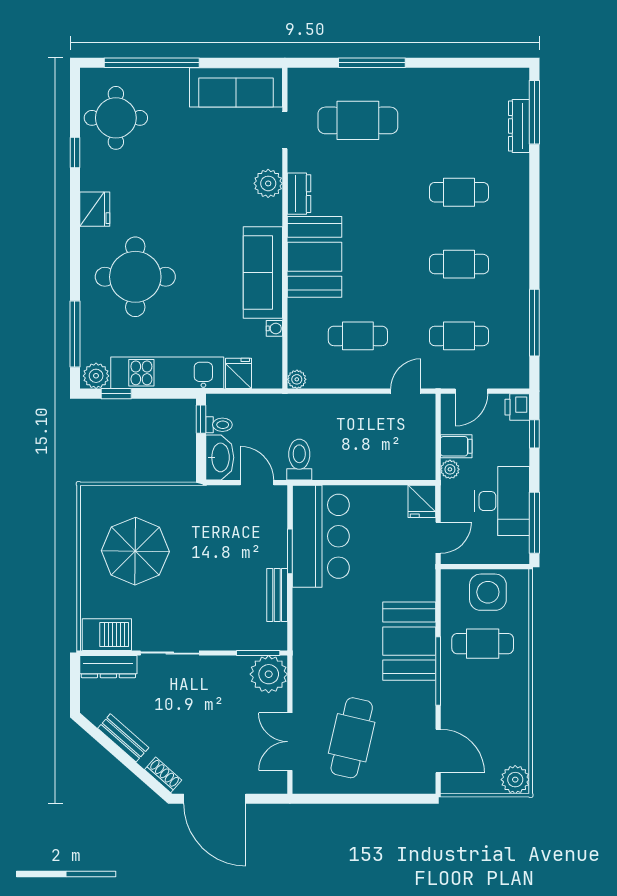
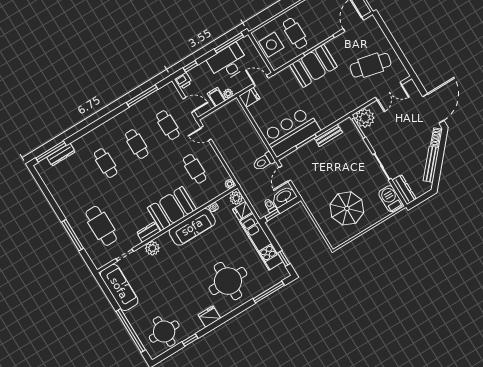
plant: (96, 376) -> (236, 198), moved
bench: (123, 738) -> (431, 164), width x1.36

